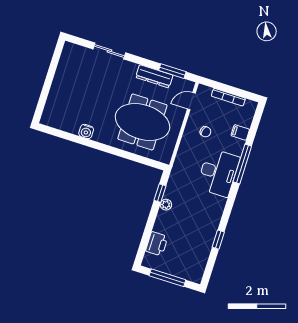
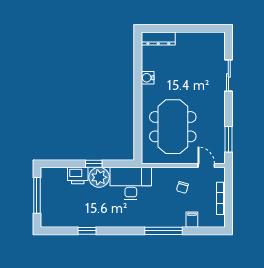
dresser: (154, 76) -> (158, 38), moved, turned -90
desk: (218, 173) -> (131, 183), moved, turned 180
window: (160, 193) -> (94, 164), moved
plant: (166, 205) -> (99, 177), width x1.88, depth x1.88
printer: (157, 244) -> (78, 176), moved

